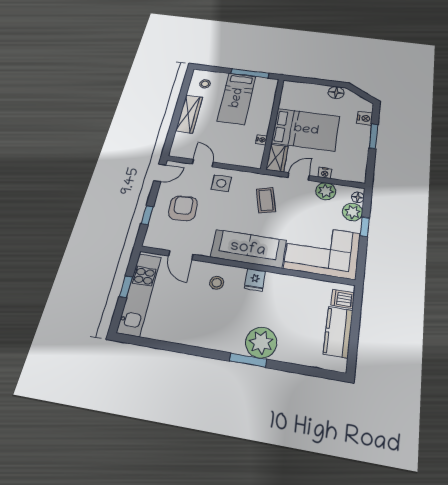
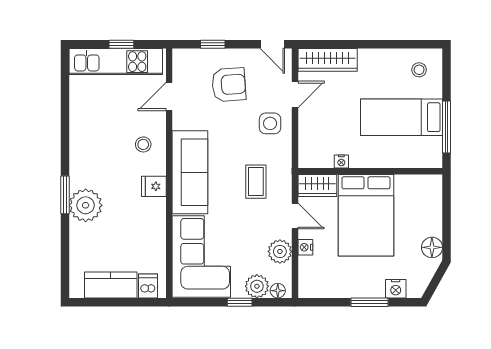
wardrobe: (189, 114) -> (328, 60), moved
coffee table: (266, 200) -> (256, 182), turned -75

